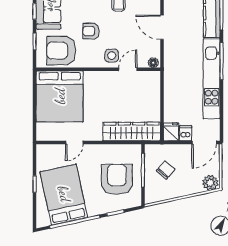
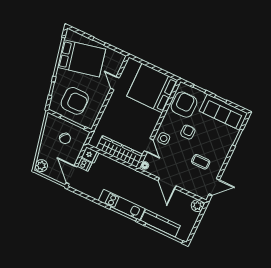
door: (162, 27) -> (167, 183), swing flipped
kitchen unit: (212, 79) -> (122, 205), width x0.73
wardrobe: (132, 131) -> (120, 151), moved, turned -90

